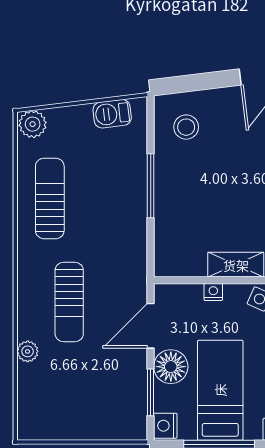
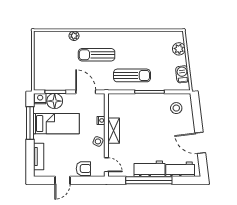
plant: (33, 124) -> (179, 49), moved
sun lounger: (50, 198) -> (132, 75), moved
floor lamp: (171, 367) -> (55, 101), moved

